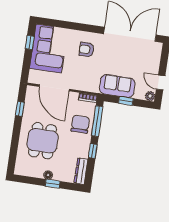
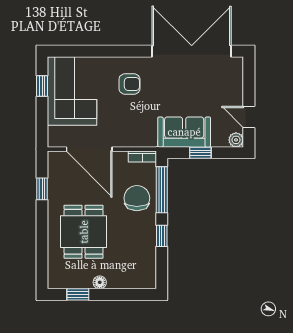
armchair: (87, 50) -> (129, 84), turned 180
dresser: (81, 171) -> (149, 269), removed
window: (53, 184) -> (78, 294), moved

